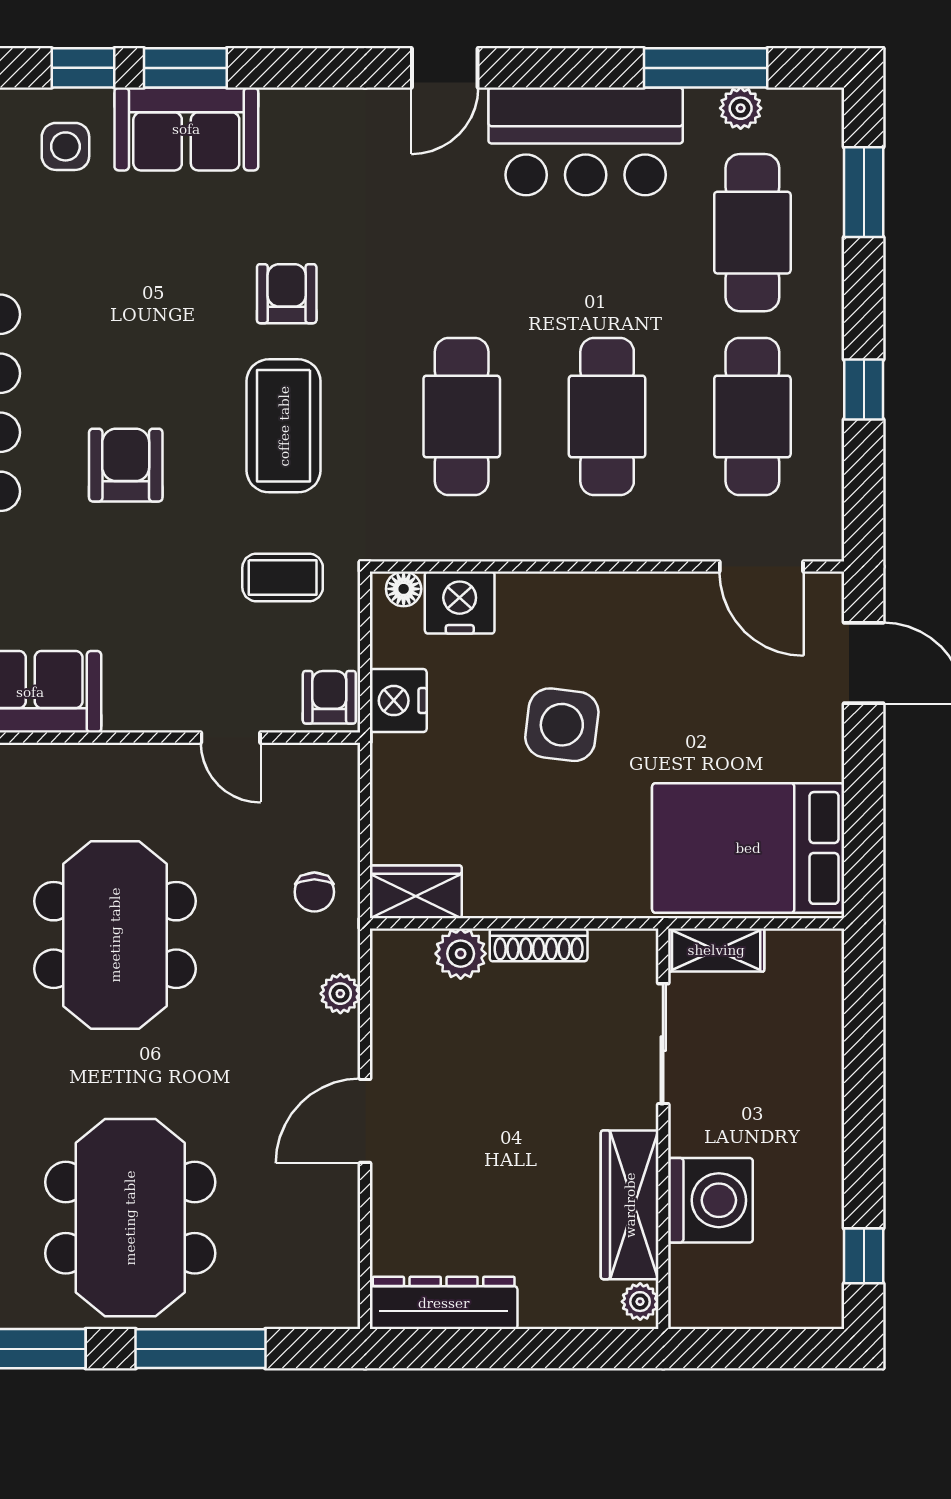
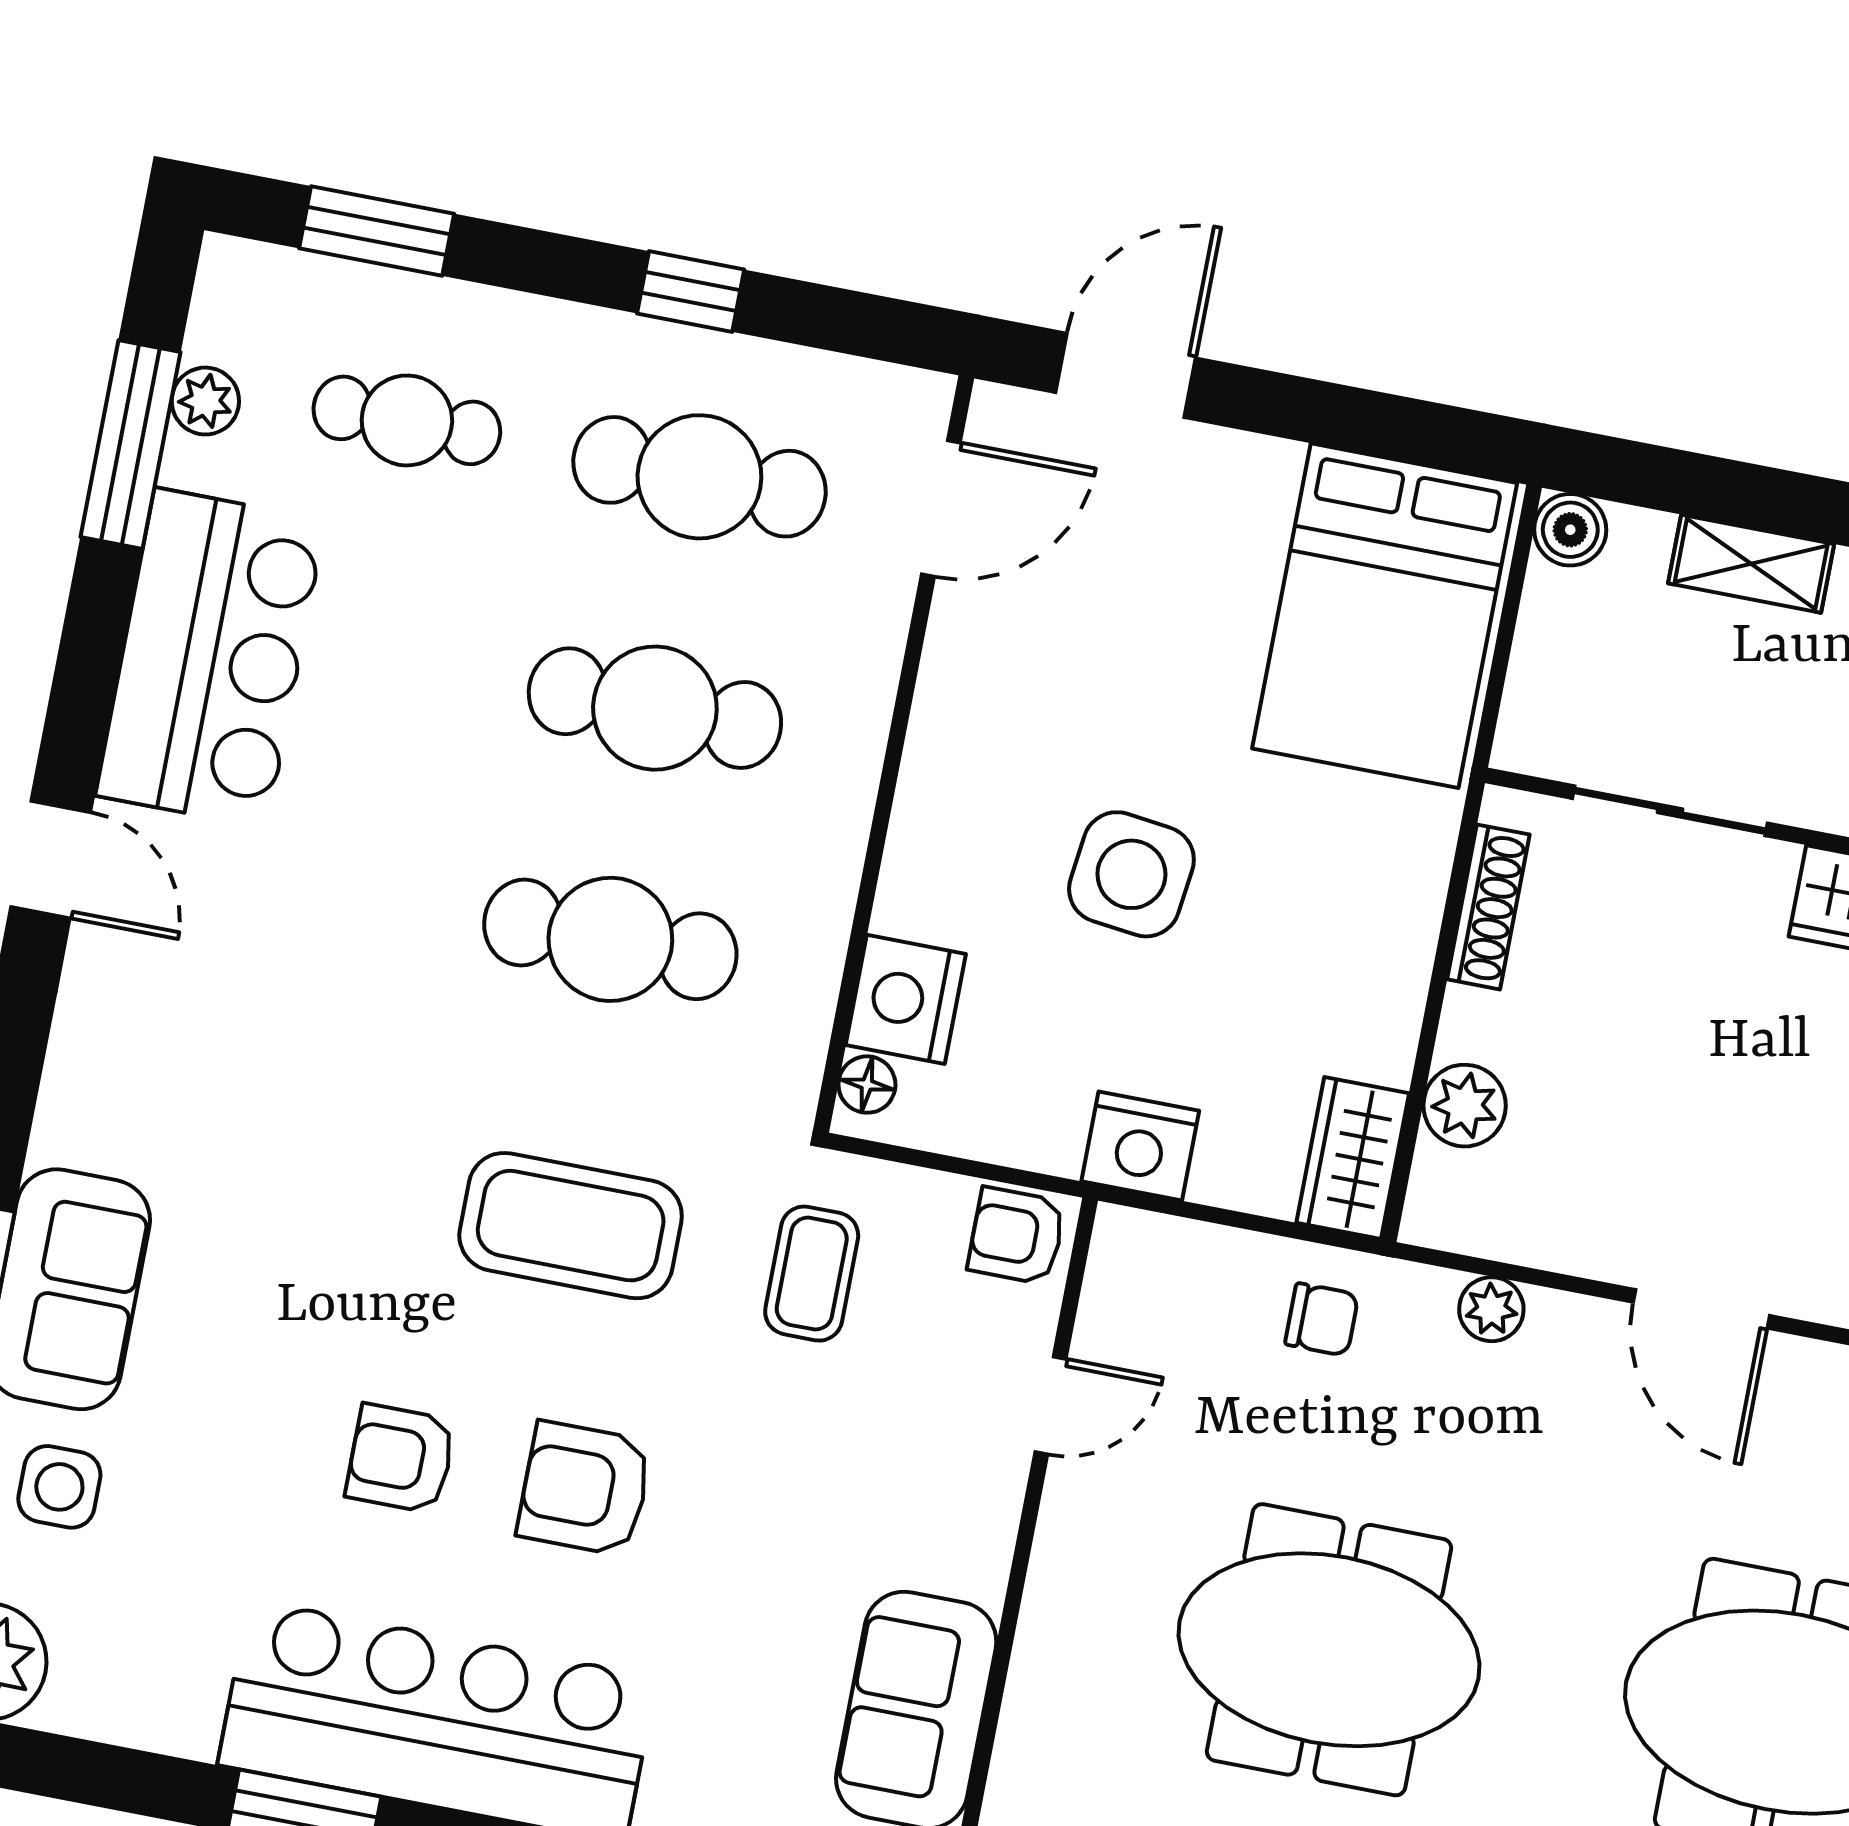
cafe table: (752, 233) -> (407, 420), width x0.73, depth x0.74
armchair: (287, 294) -> (401, 1459), moved
nightstand: (398, 701) -> (1140, 1146), moved
shoe rack: (539, 945) -> (1488, 907), moved
shelving: (716, 950) -> (1751, 564), moved, turned 90
boiler: (822, 950) -> (1570, 530), added

